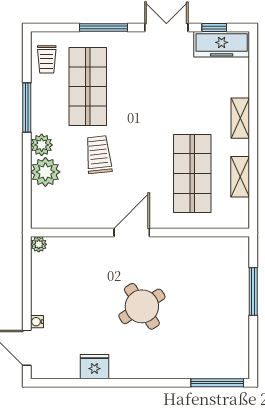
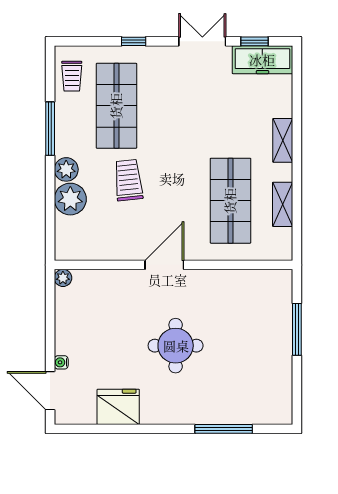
window: (104, 28) -> (134, 41), width x0.46
round table: (142, 306) -> (176, 346), turned 33
fridge: (94, 367) -> (118, 407), width x1.36, depth x1.34
window: (217, 383) -> (224, 429), moved

